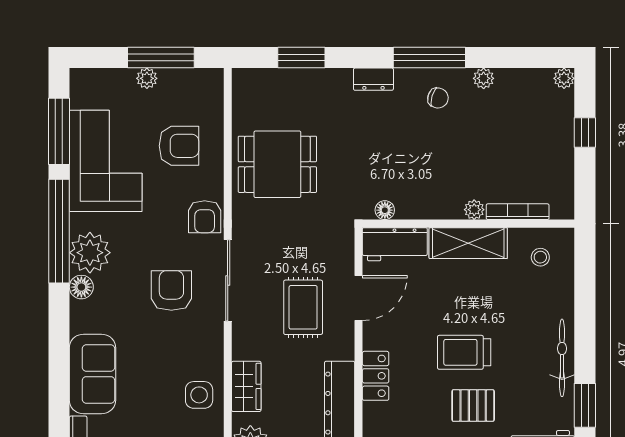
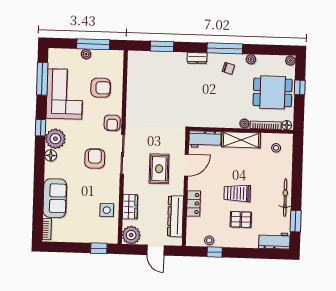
dining table: (277, 164) -> (273, 92), moved
floor lamp: (385, 210) -> (287, 125), moved
window: (59, 231) -> (41, 128), width x0.32

